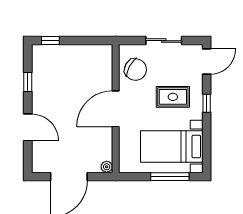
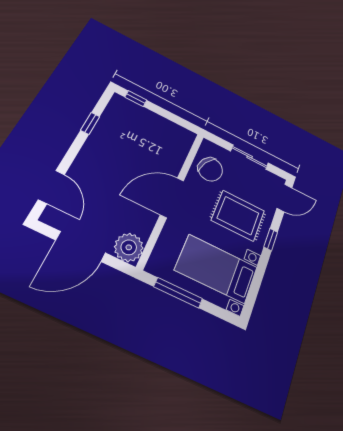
rug: (173, 97) -> (238, 216), width x1.36, depth x1.43
door: (28, 127) -> (52, 187), moved
plant: (107, 167) -> (129, 247), width x1.88, depth x1.88
window: (170, 177) -> (178, 293), moved

